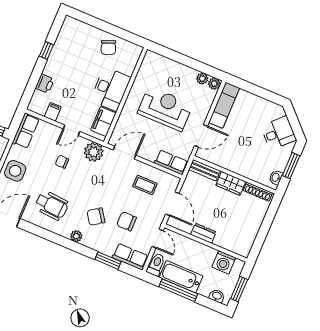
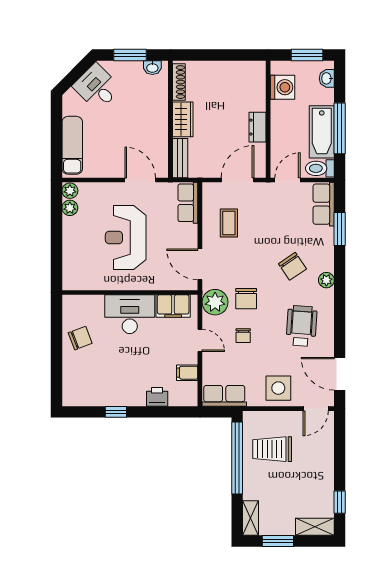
exam couch: (224, 105) -> (72, 145), moved, turned 90
chair: (127, 221) -> (246, 299), moved

